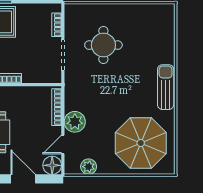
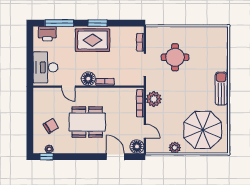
plant: (75, 122) -> (154, 99), moved
door: (63, 145) -> (145, 131), swing flipped
plant: (89, 167) -> (175, 148), moved

